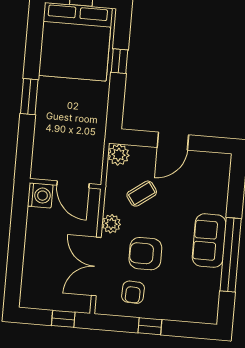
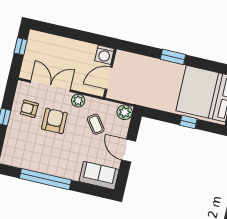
sofa: (209, 241) -> (99, 175), moved
window: (63, 319) -> (21, 46), moved

